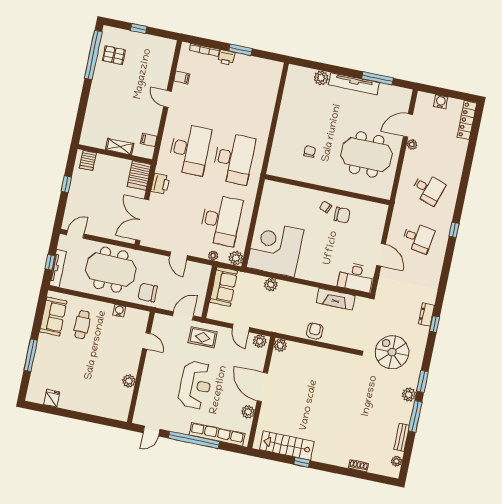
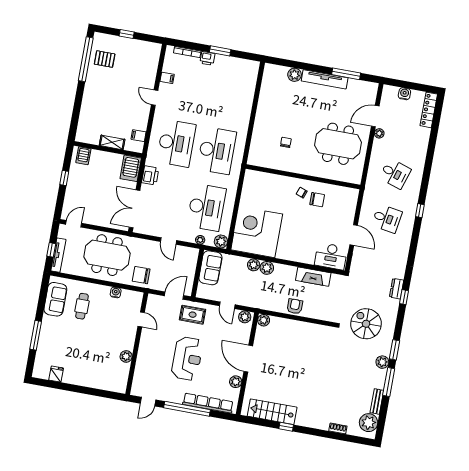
plant: (285, 288) -> (267, 268), added
plant: (397, 461) -> (369, 423), width x1.88, depth x1.88

